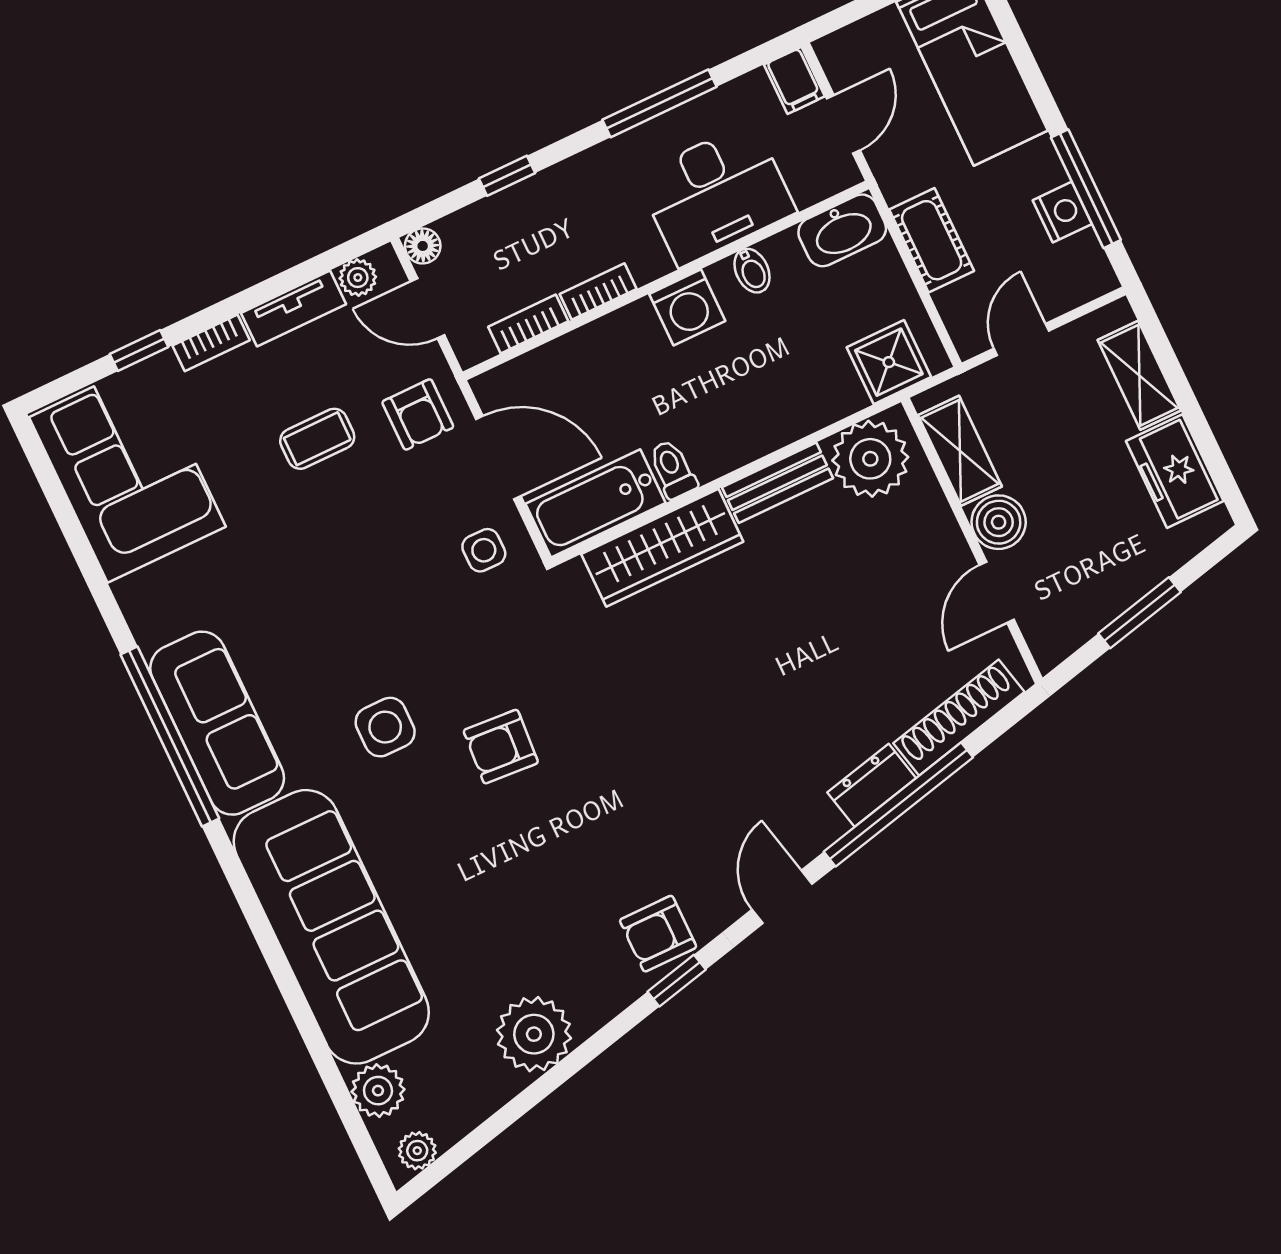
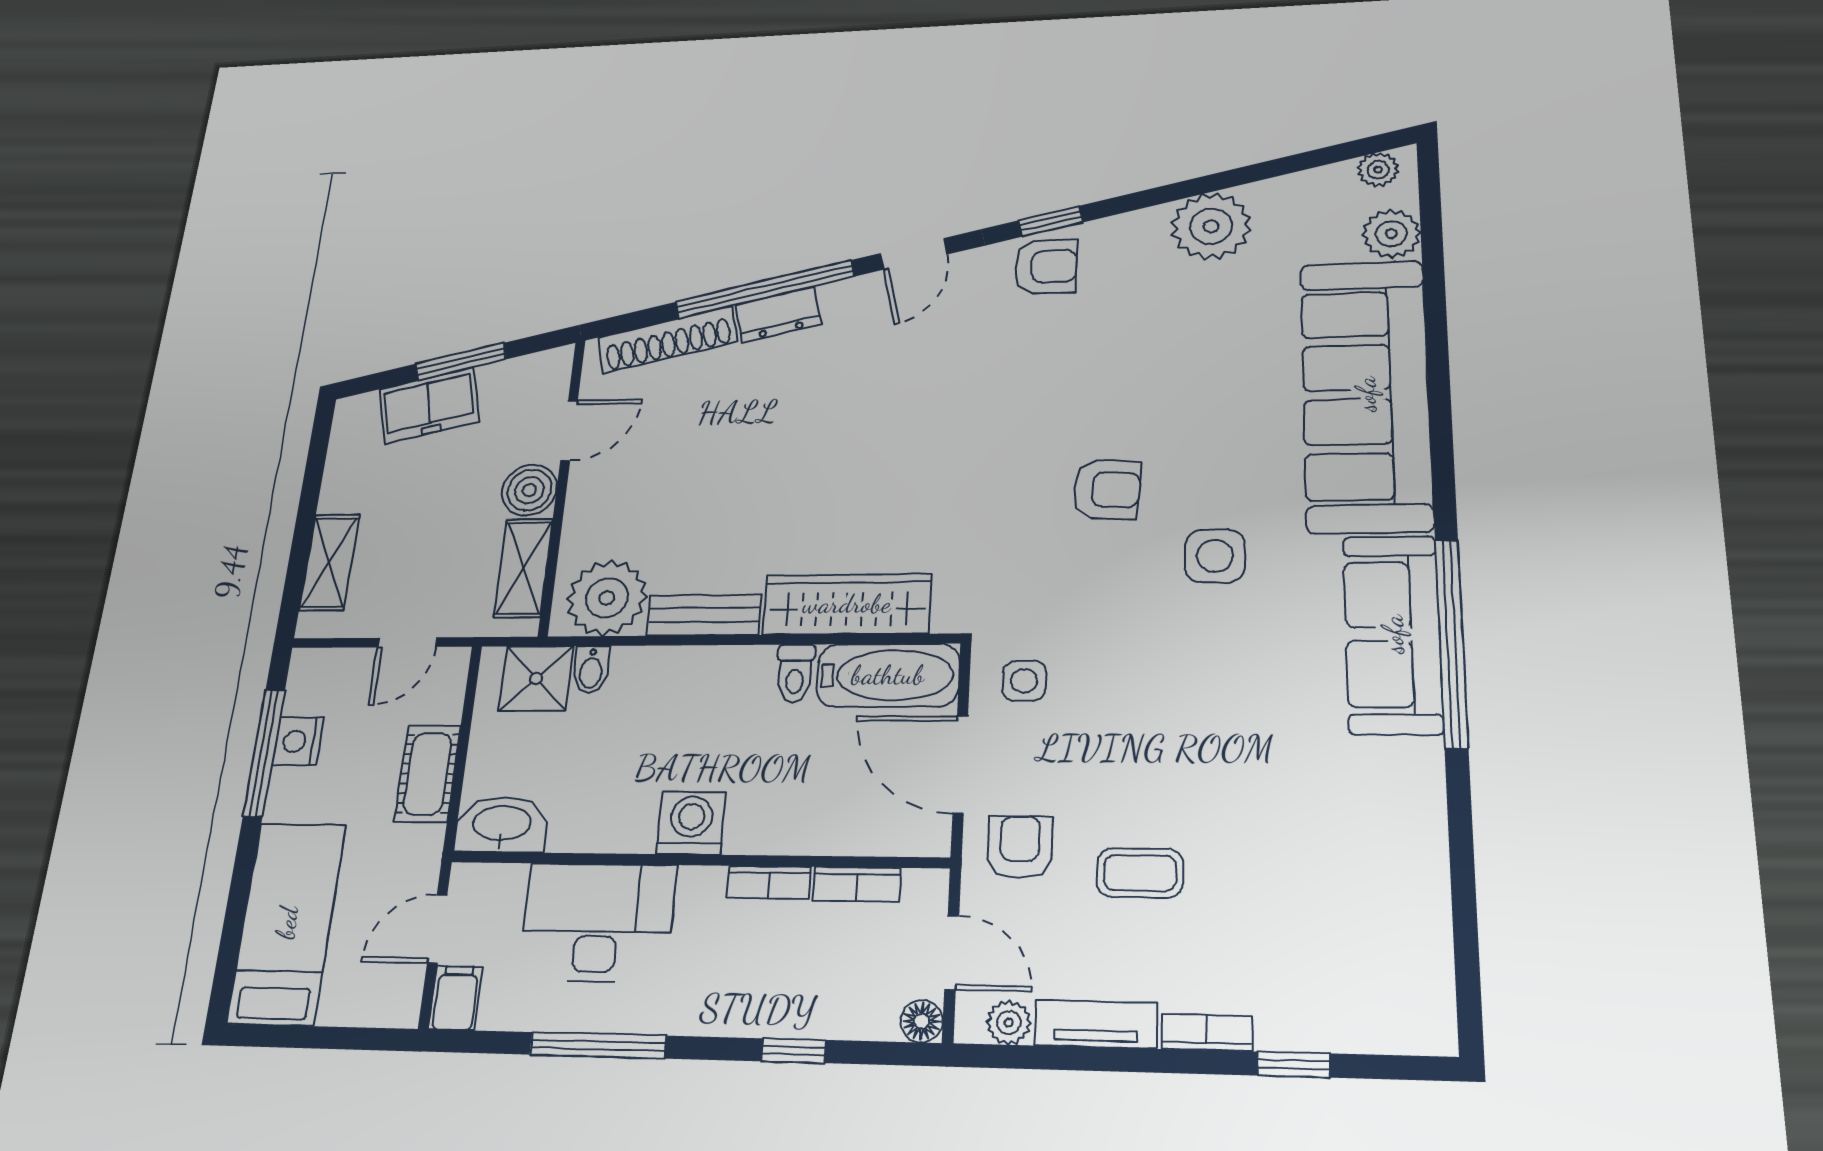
bidet: (752, 271) -> (591, 670), moved, turned 180
freezer: (1175, 471) -> (429, 405), moved, turned 77
corner sofa: (127, 472) -> (1370, 937), removed

